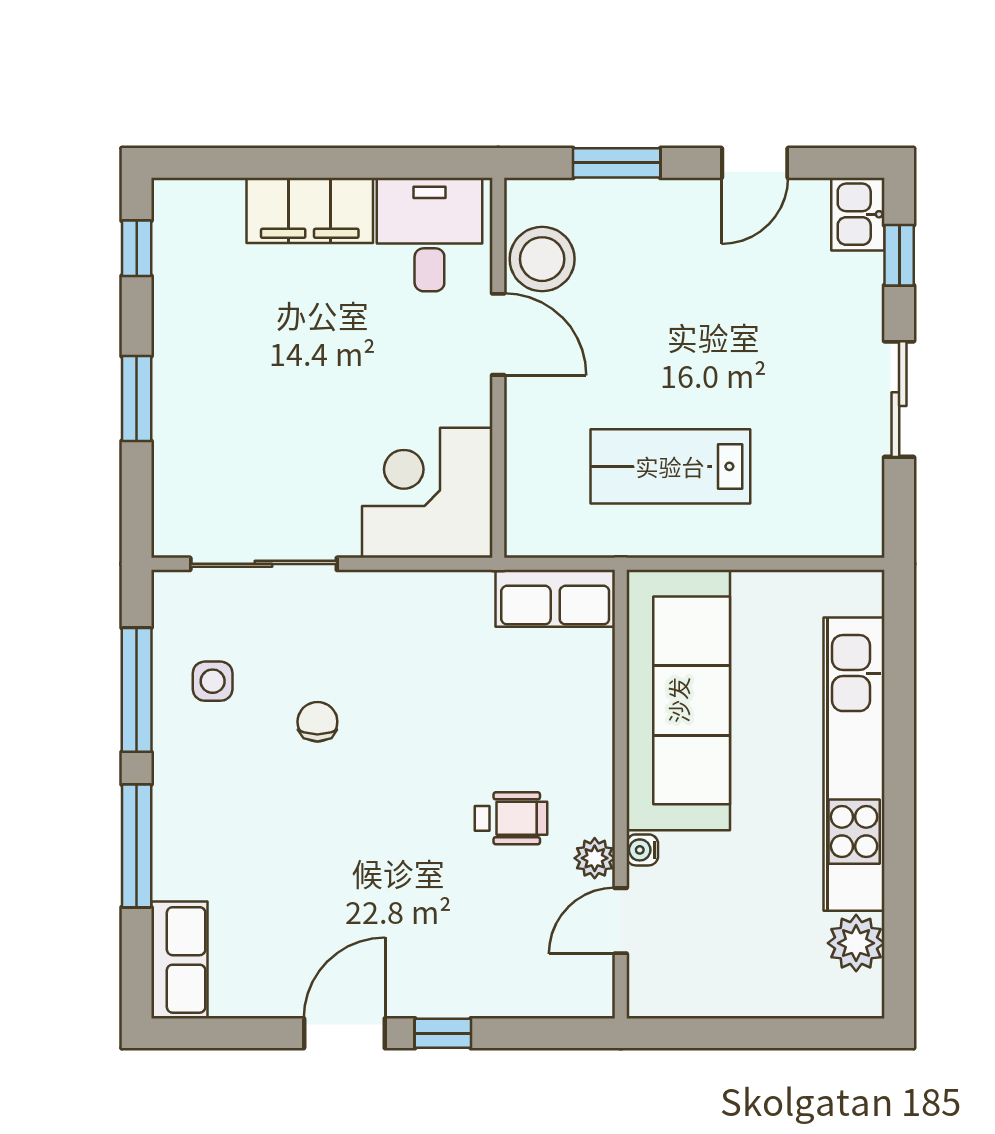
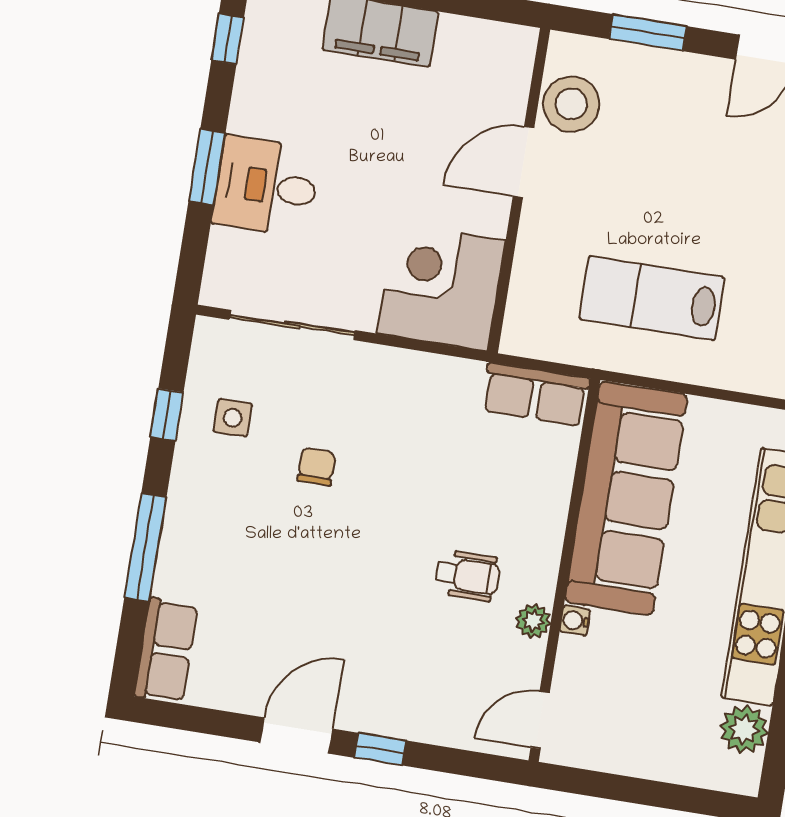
desk: (429, 235) -> (266, 186), moved, turned -90
door: (498, 334) -> (524, 162), swing flipped
window: (137, 690) -> (167, 415), width x0.46
door: (621, 921) -> (540, 720), moved

